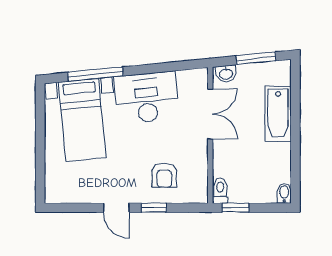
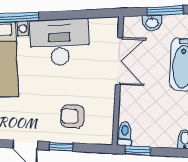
washbasin: (226, 74) -> (152, 23), moved
armchair: (164, 175) -> (72, 116), turned 90

